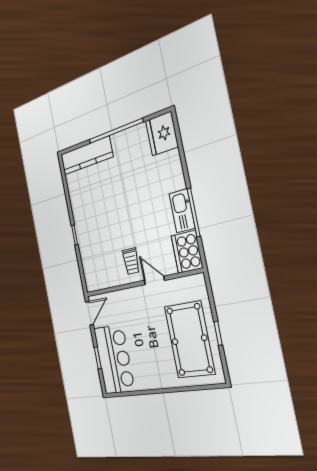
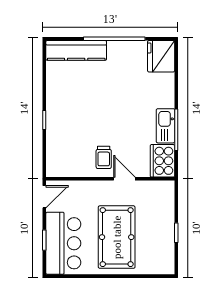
pool table: (189, 340) -> (117, 237), moved

